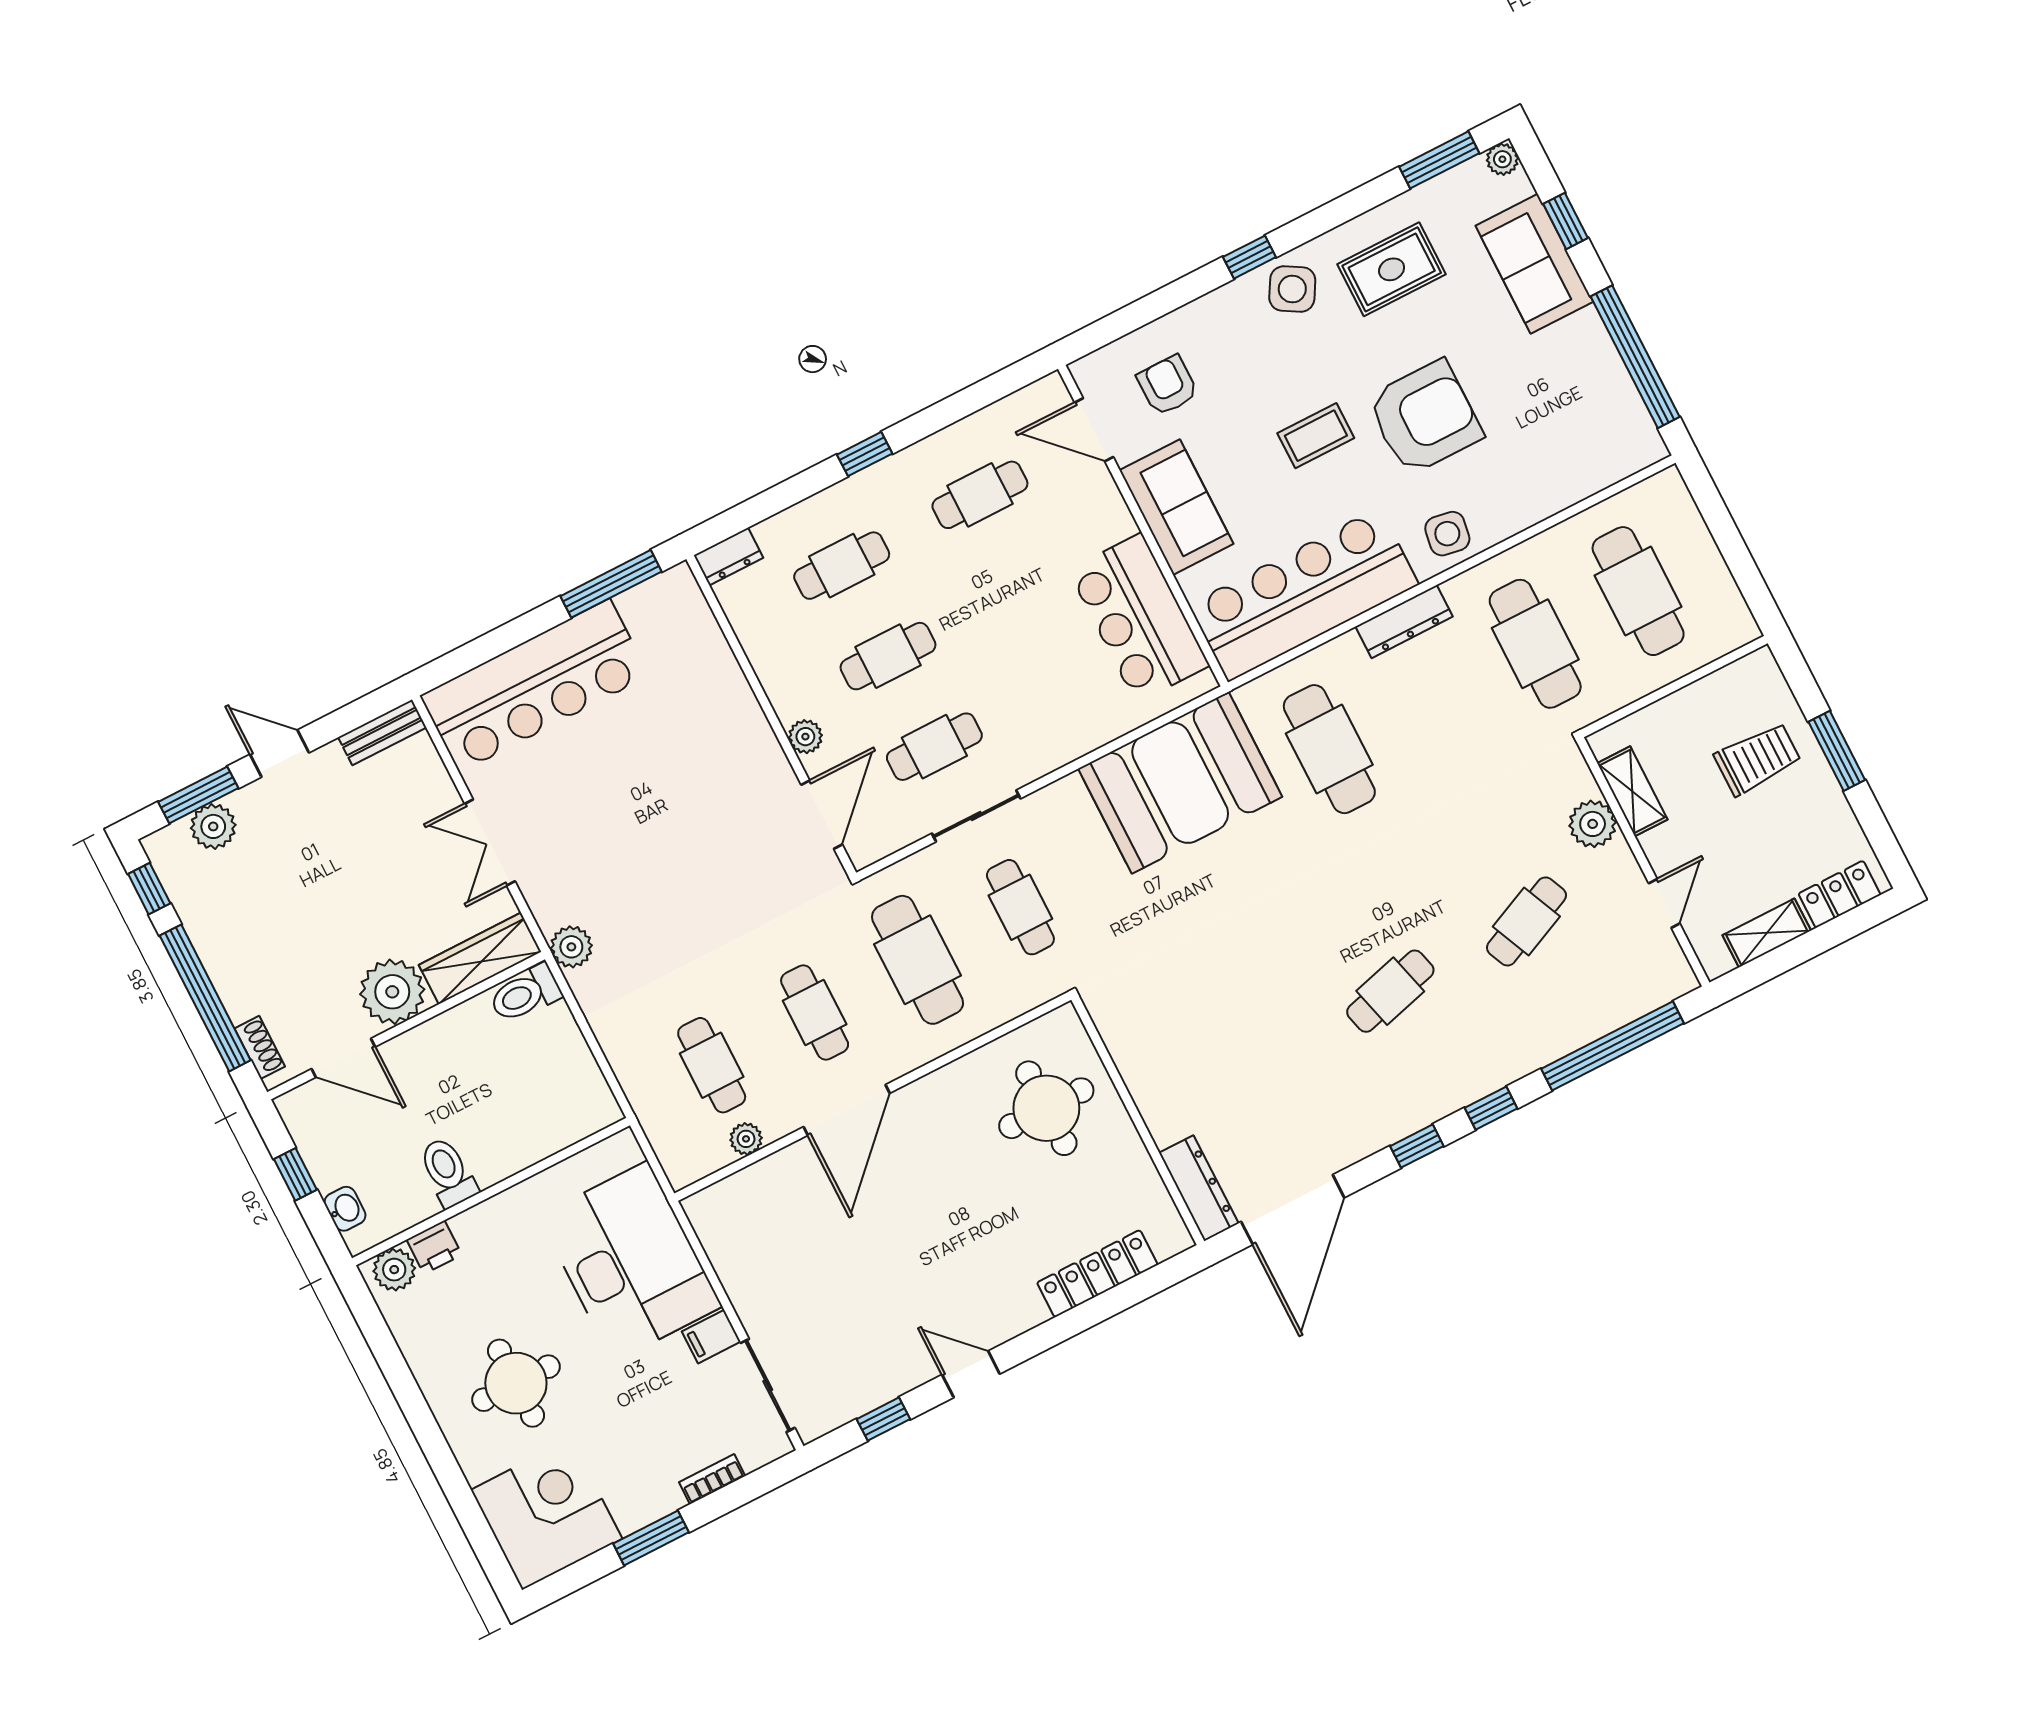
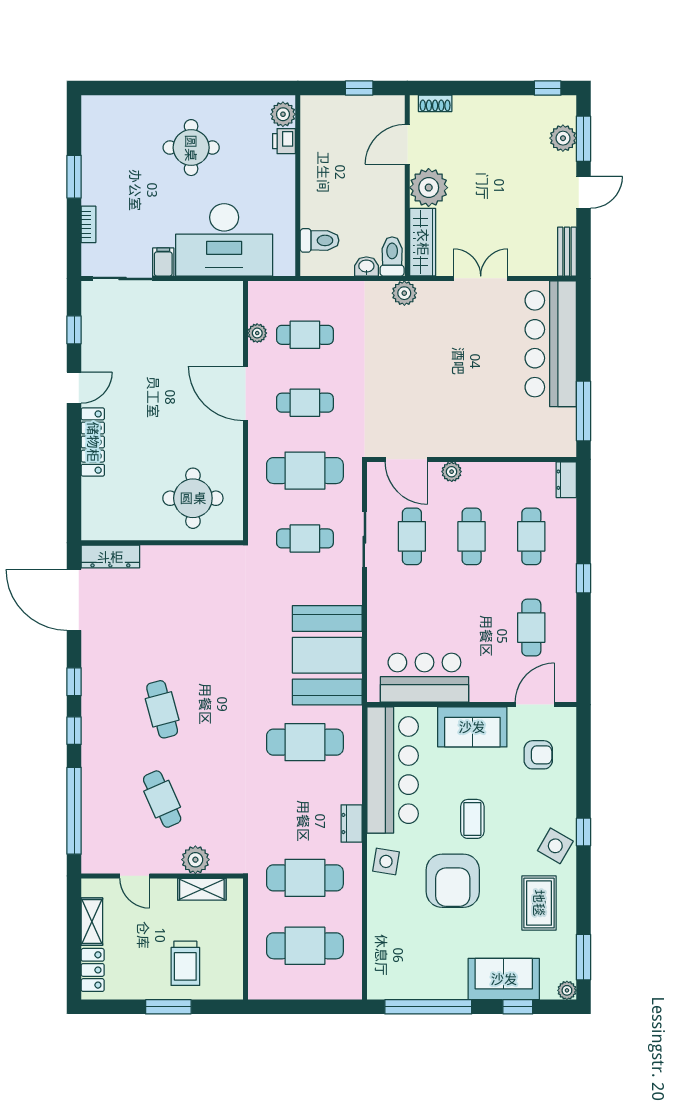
dresser: (1404, 622) -> (352, 823), width x0.70
window: (205, 998) -> (476, 88), removed
toilet: (448, 1172) -> (320, 240), moved
washbasin: (345, 1209) -> (366, 267), moved, turned 180
locker: (1097, 1274) -> (93, 442), moved
corner desk: (547, 1514) -> (114, 128), removed

